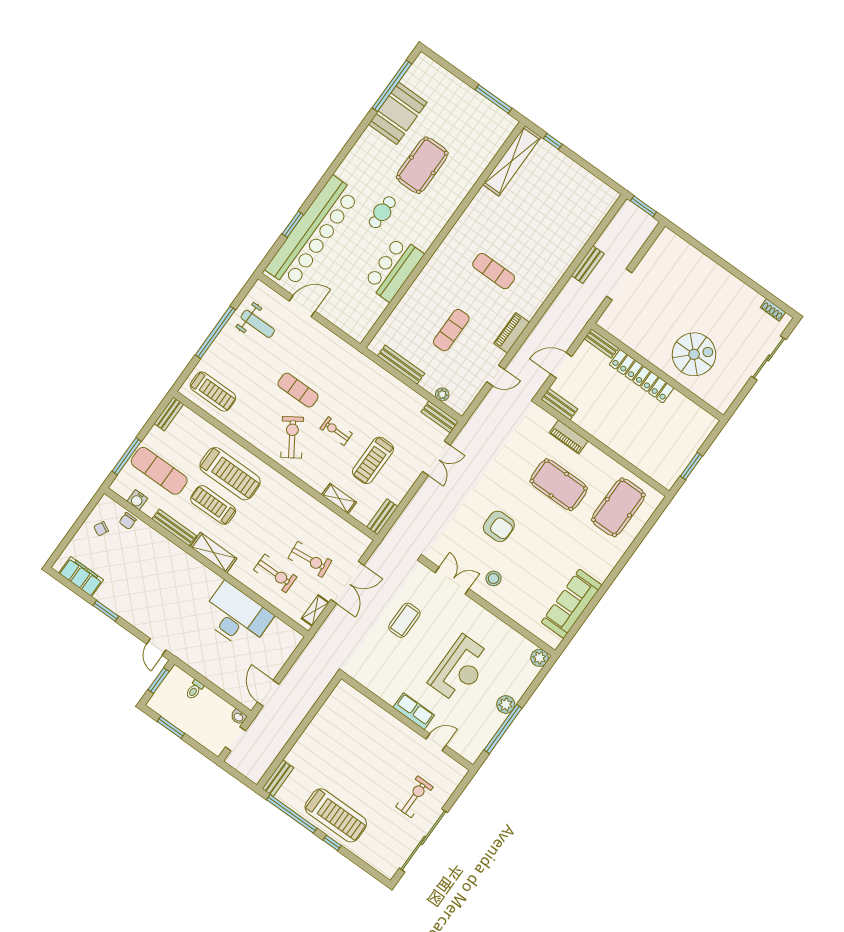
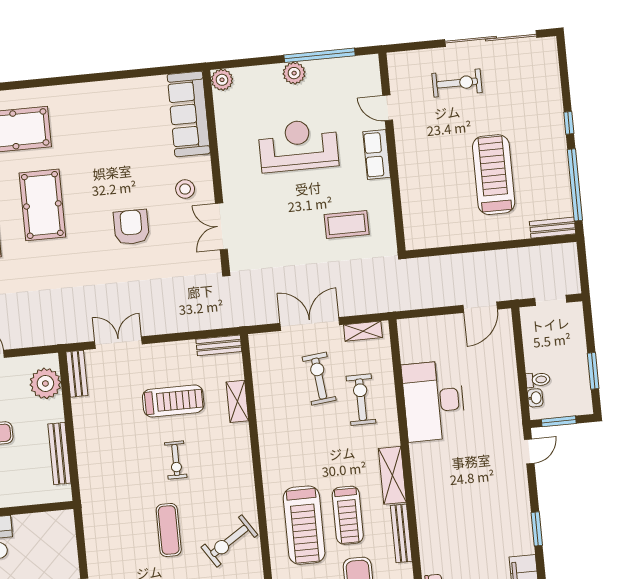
plant: (442, 394) -> (45, 383), width x1.88, depth x1.88
exercise bike: (292, 437) -> (229, 541), moved
treadmill: (230, 474) -> (304, 525), turned 180
sofa: (572, 604) -> (189, 114), moved, turned 90
coffee table: (404, 620) -> (347, 224), moved
washbasin: (239, 717) -> (535, 398), moved
exercise bike: (414, 797) -> (457, 83), turned 180
treadmill: (336, 815) -> (494, 175), moved

